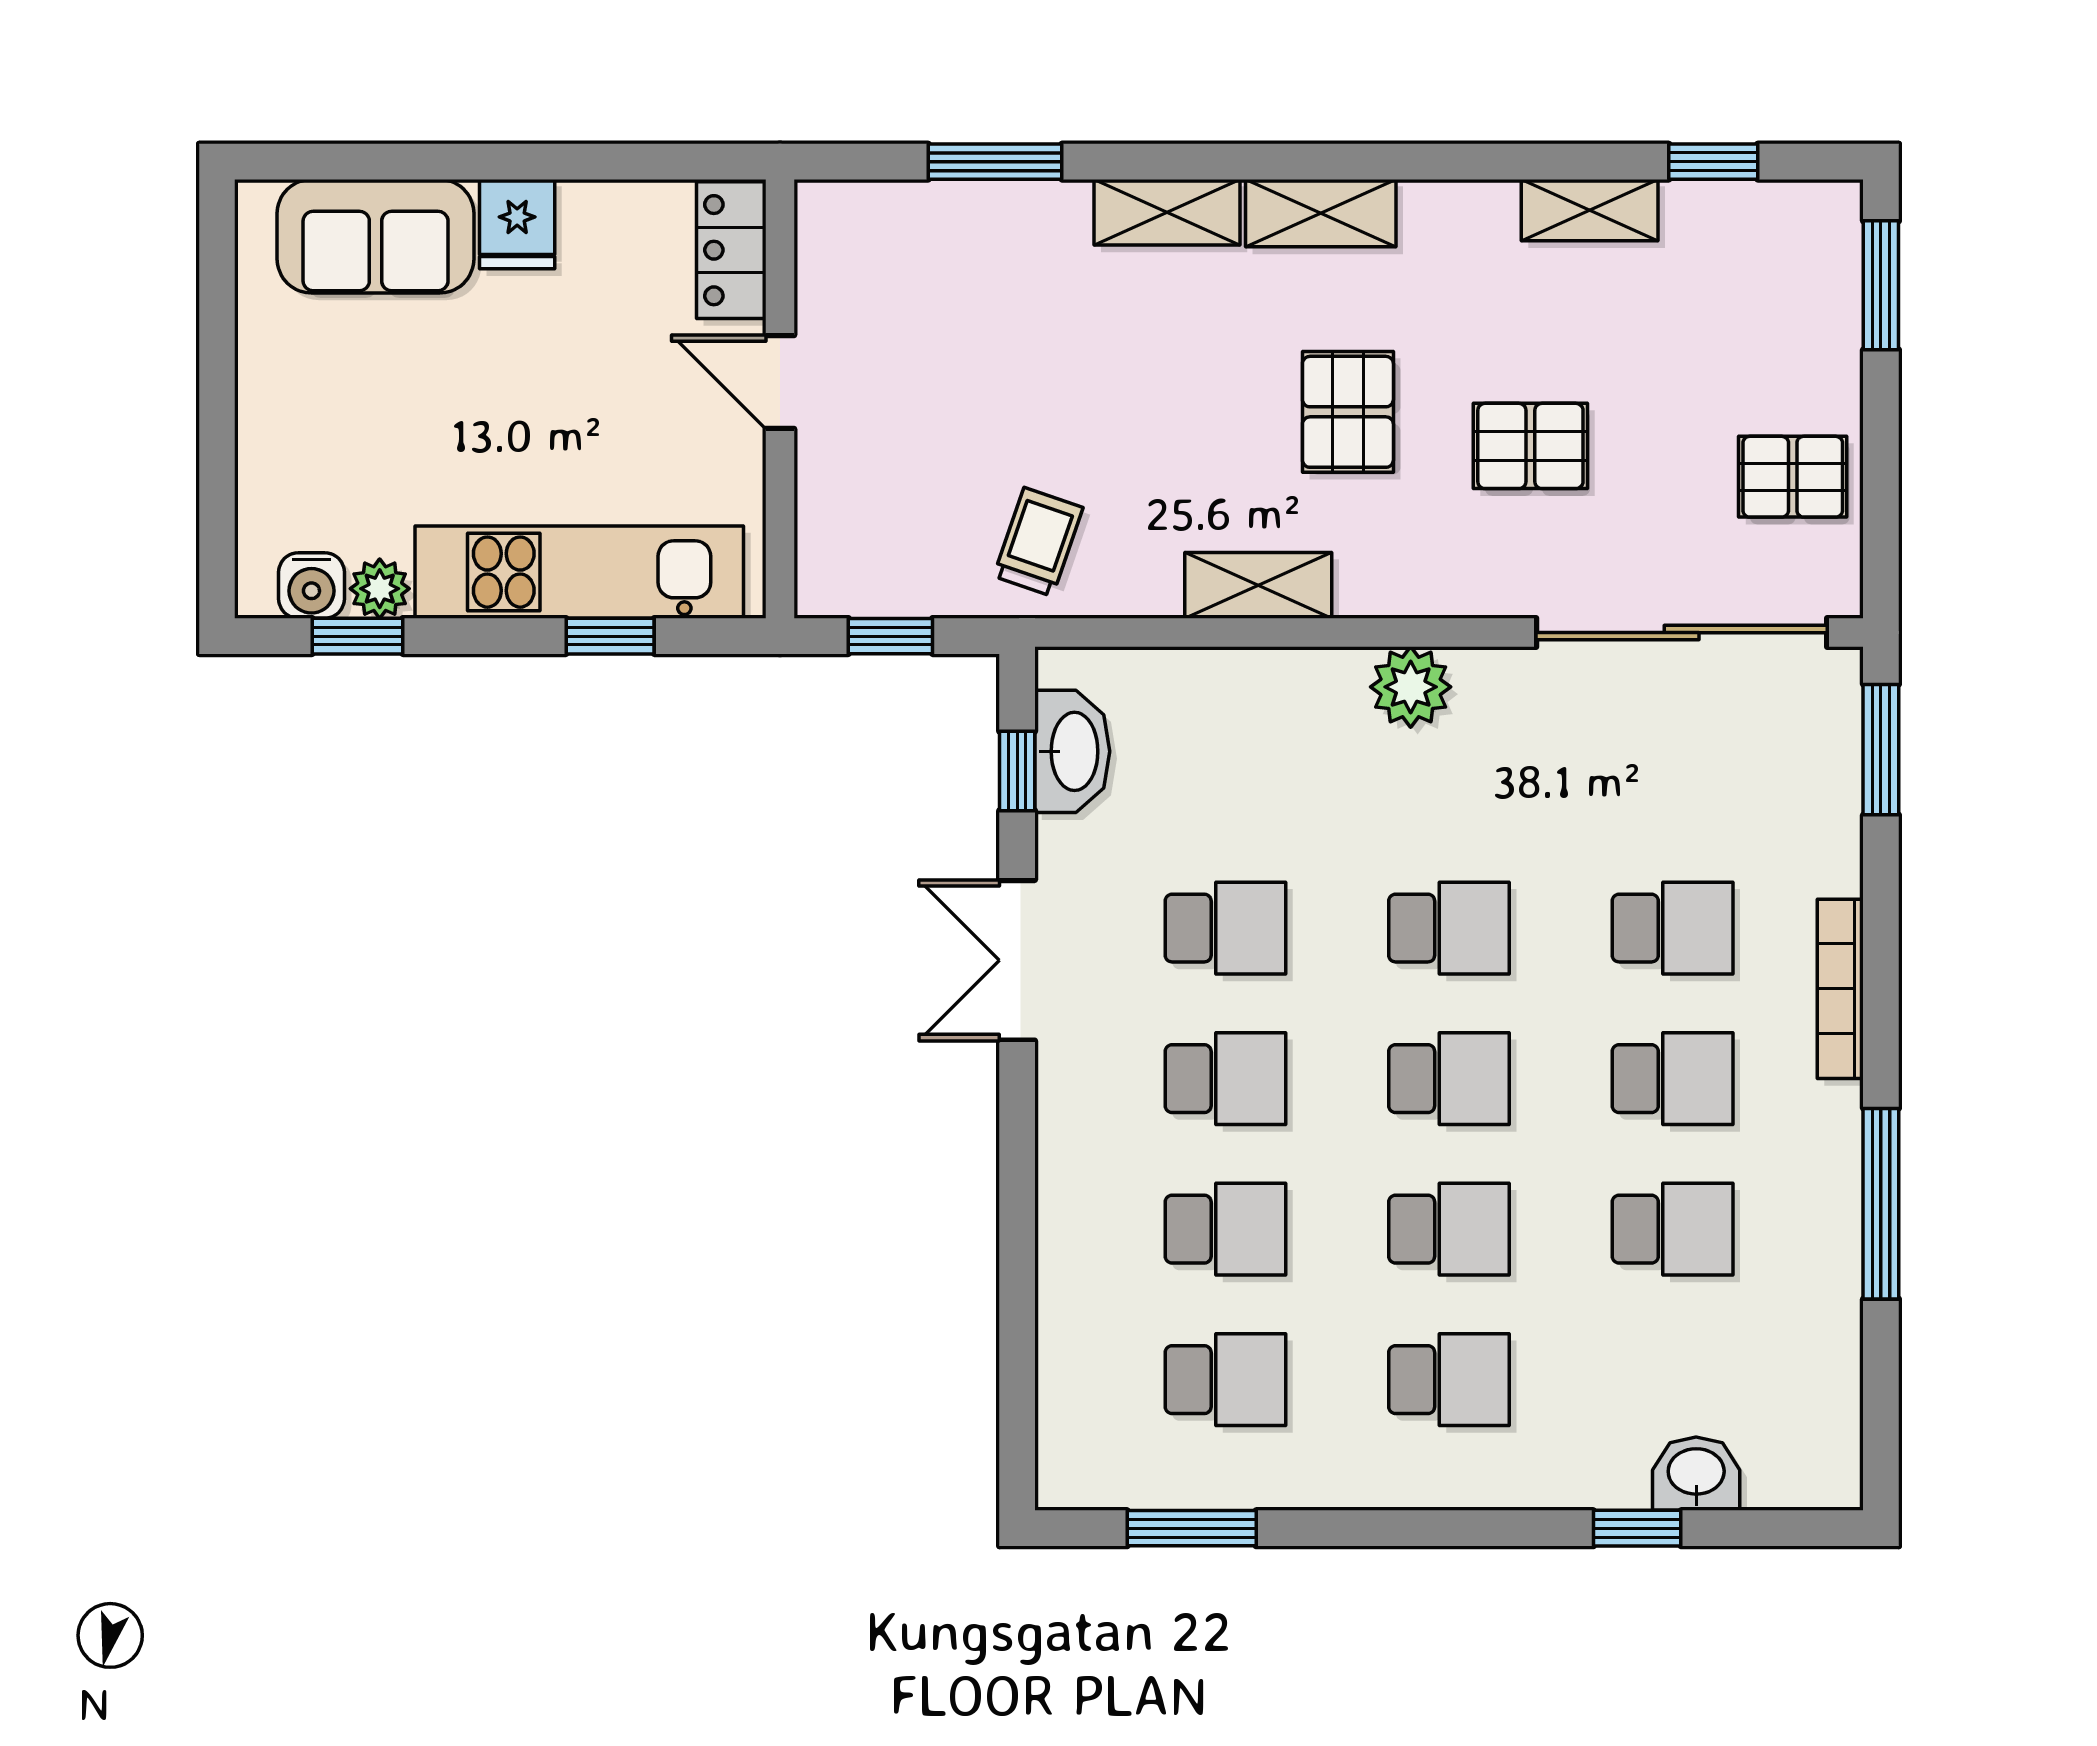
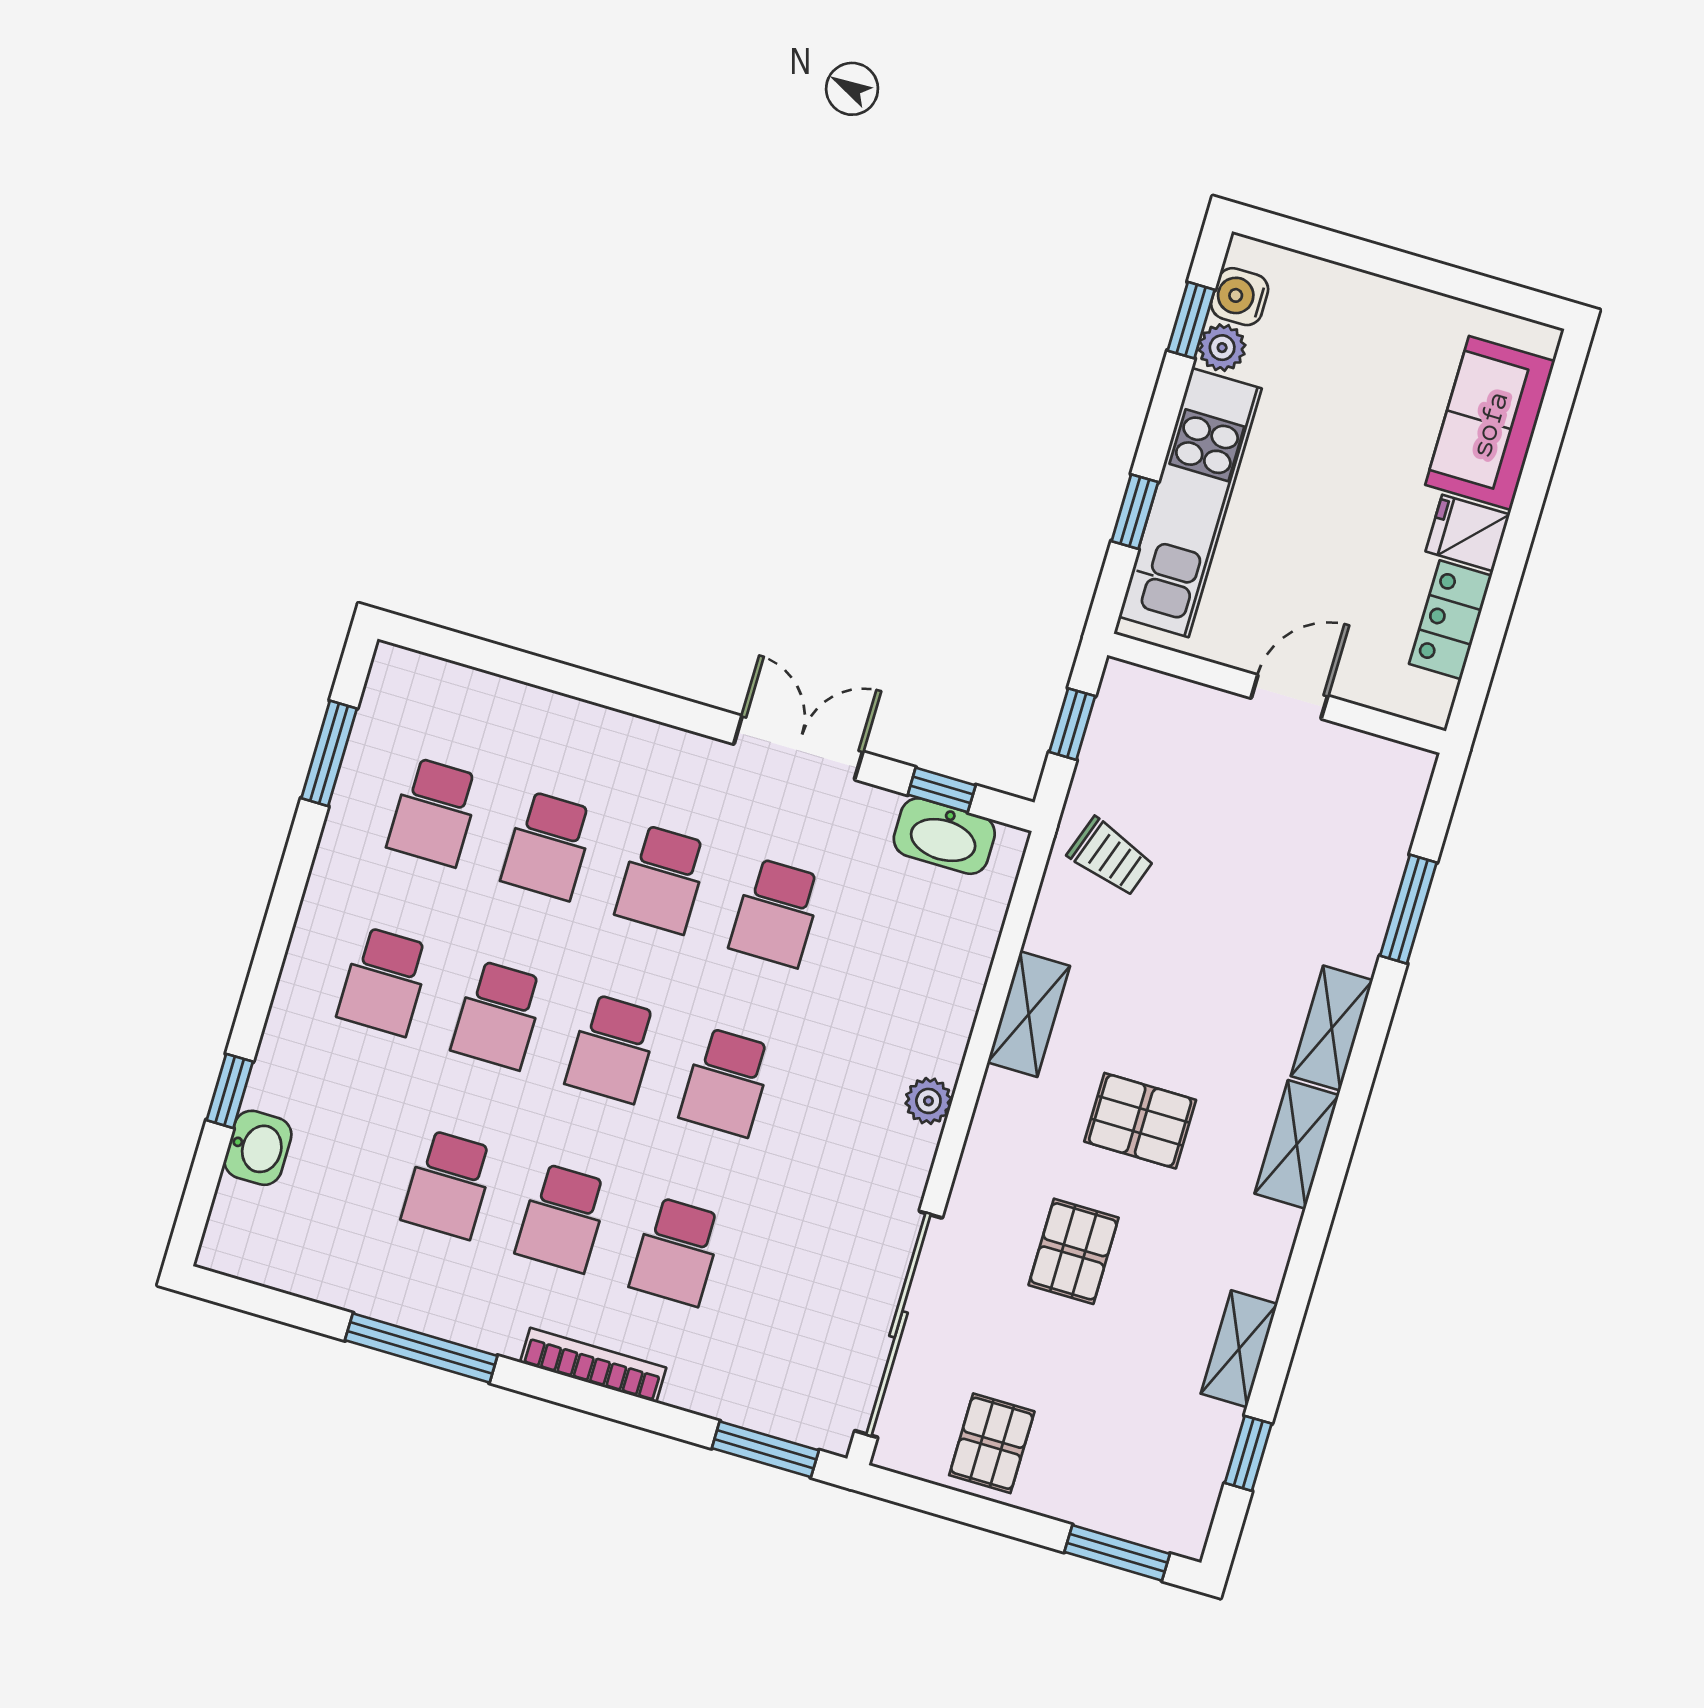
locker: (731, 250) -> (1450, 620), moved, turned -90
plant: (1411, 687) -> (928, 1101), width x0.73, depth x0.73

